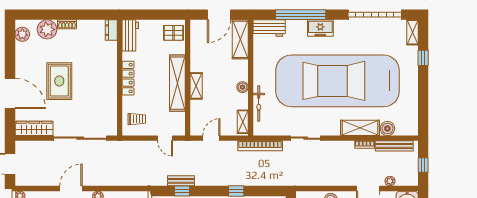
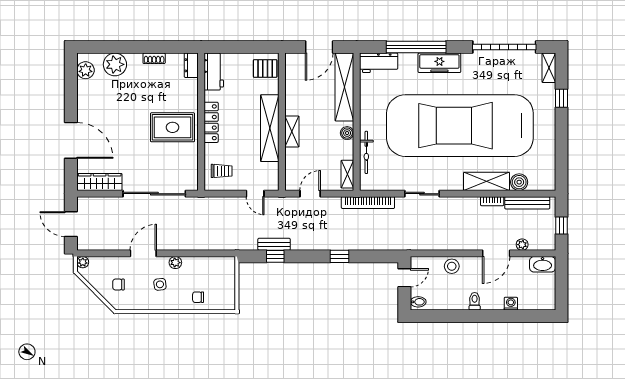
shoe rack: (67, 24) -> (154, 58), moved
freezer: (320, 28) -> (439, 63), width x1.40
shelving: (240, 39) -> (344, 87), width x1.47
rug: (59, 81) -> (173, 127), moved, turned 90

